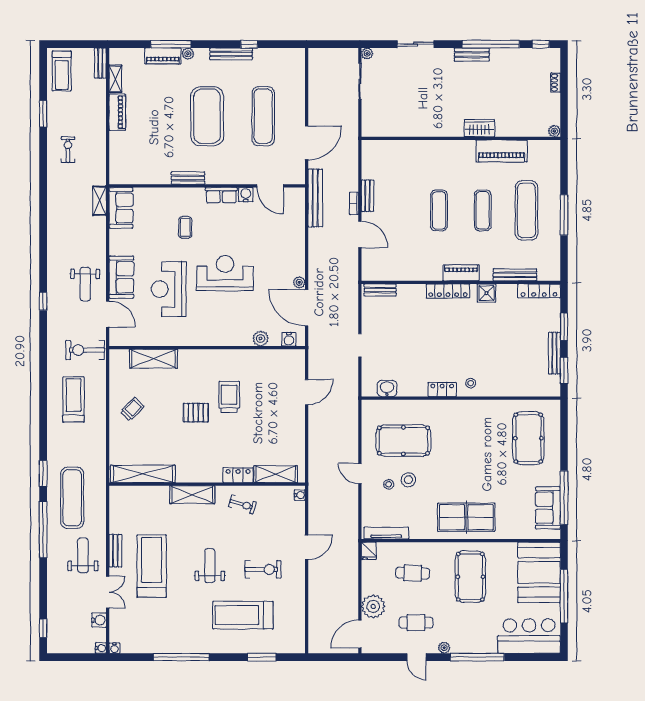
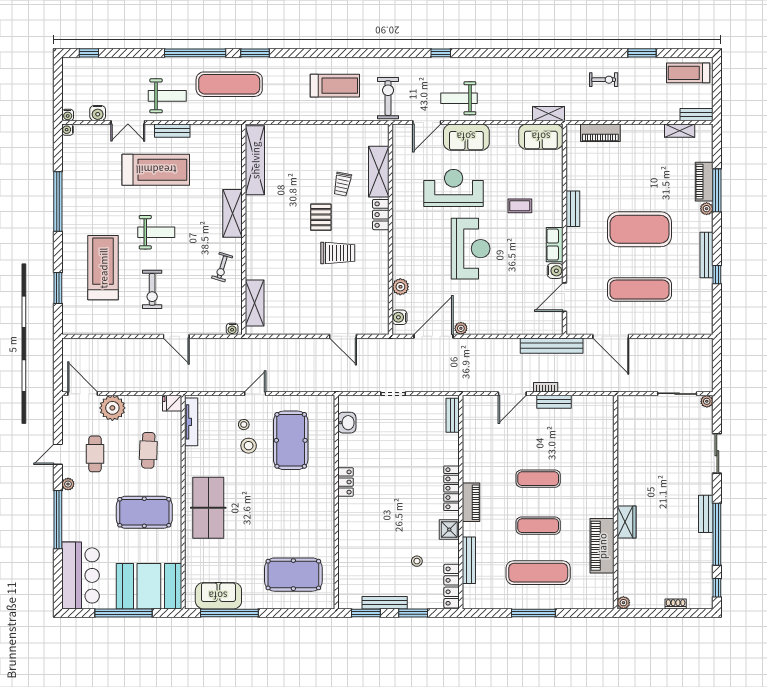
piano: (117, 112) -> (600, 133), moved
stool: (471, 383) -> (417, 561), moved
trolley: (132, 409) -> (342, 184), moved, turned 57
locker: (238, 475) -> (381, 215), moved, turned 180

